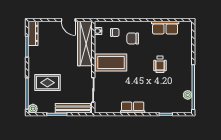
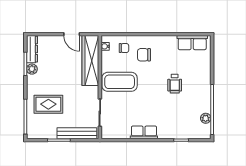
row of seats: (165, 28) -> (192, 43), moved
plant: (33, 109) -> (32, 69), moved

